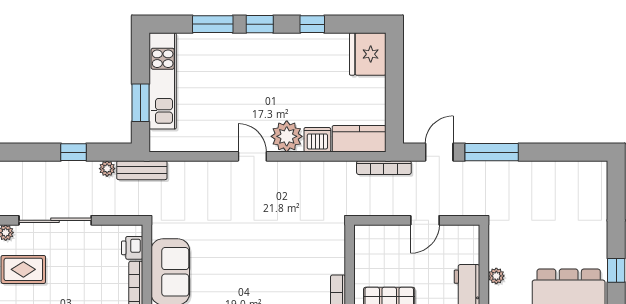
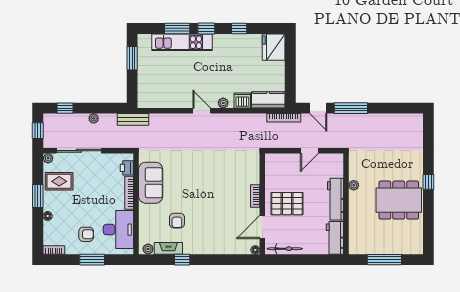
kitchen unit: (163, 81) -> (182, 42), moved, turned 90
window: (140, 103) -> (132, 58), moved
plant: (287, 136) -> (223, 103), width x0.53, depth x0.53
window: (74, 152) -> (65, 108), moved
door: (439, 152) -> (318, 108), swing flipped
plant: (107, 169) -> (94, 118), moved

